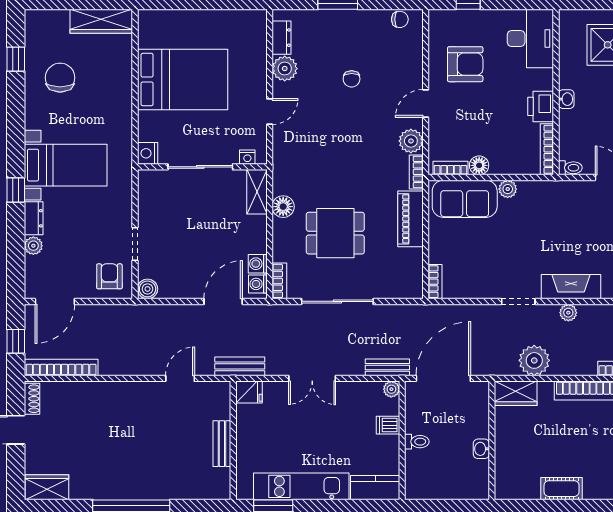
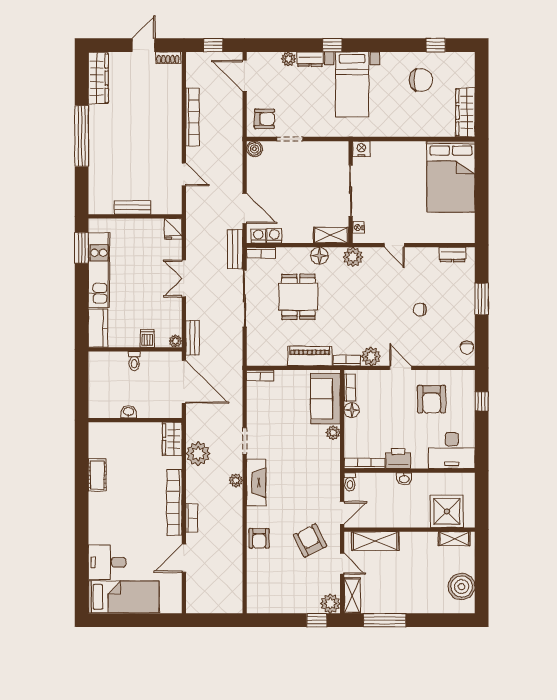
plant: (285, 69) -> (353, 257), moved
bed: (183, 79) -> (451, 177), moved
bench: (240, 366) -> (235, 249), moved
bookcase: (61, 367) -> (193, 117), moved
wardrobe: (47, 487) -> (98, 78), width x1.50

